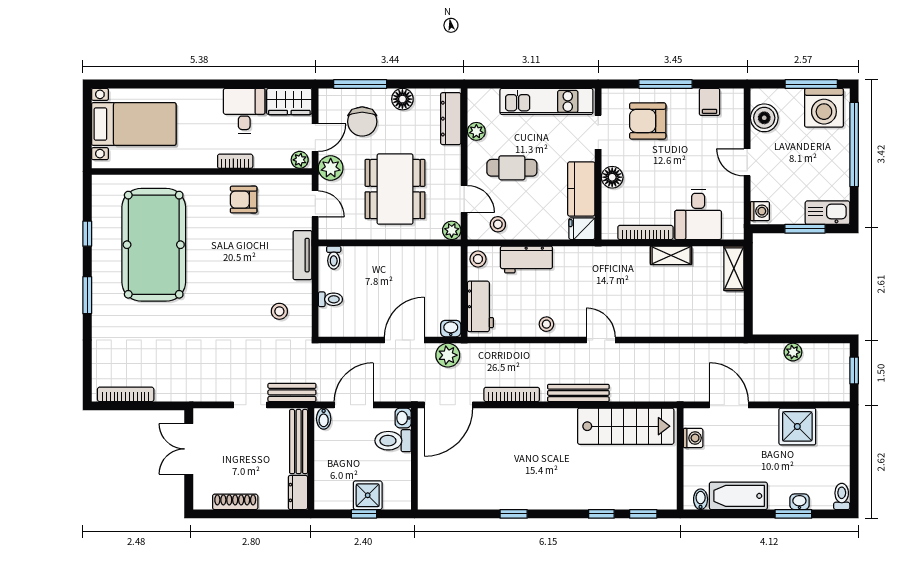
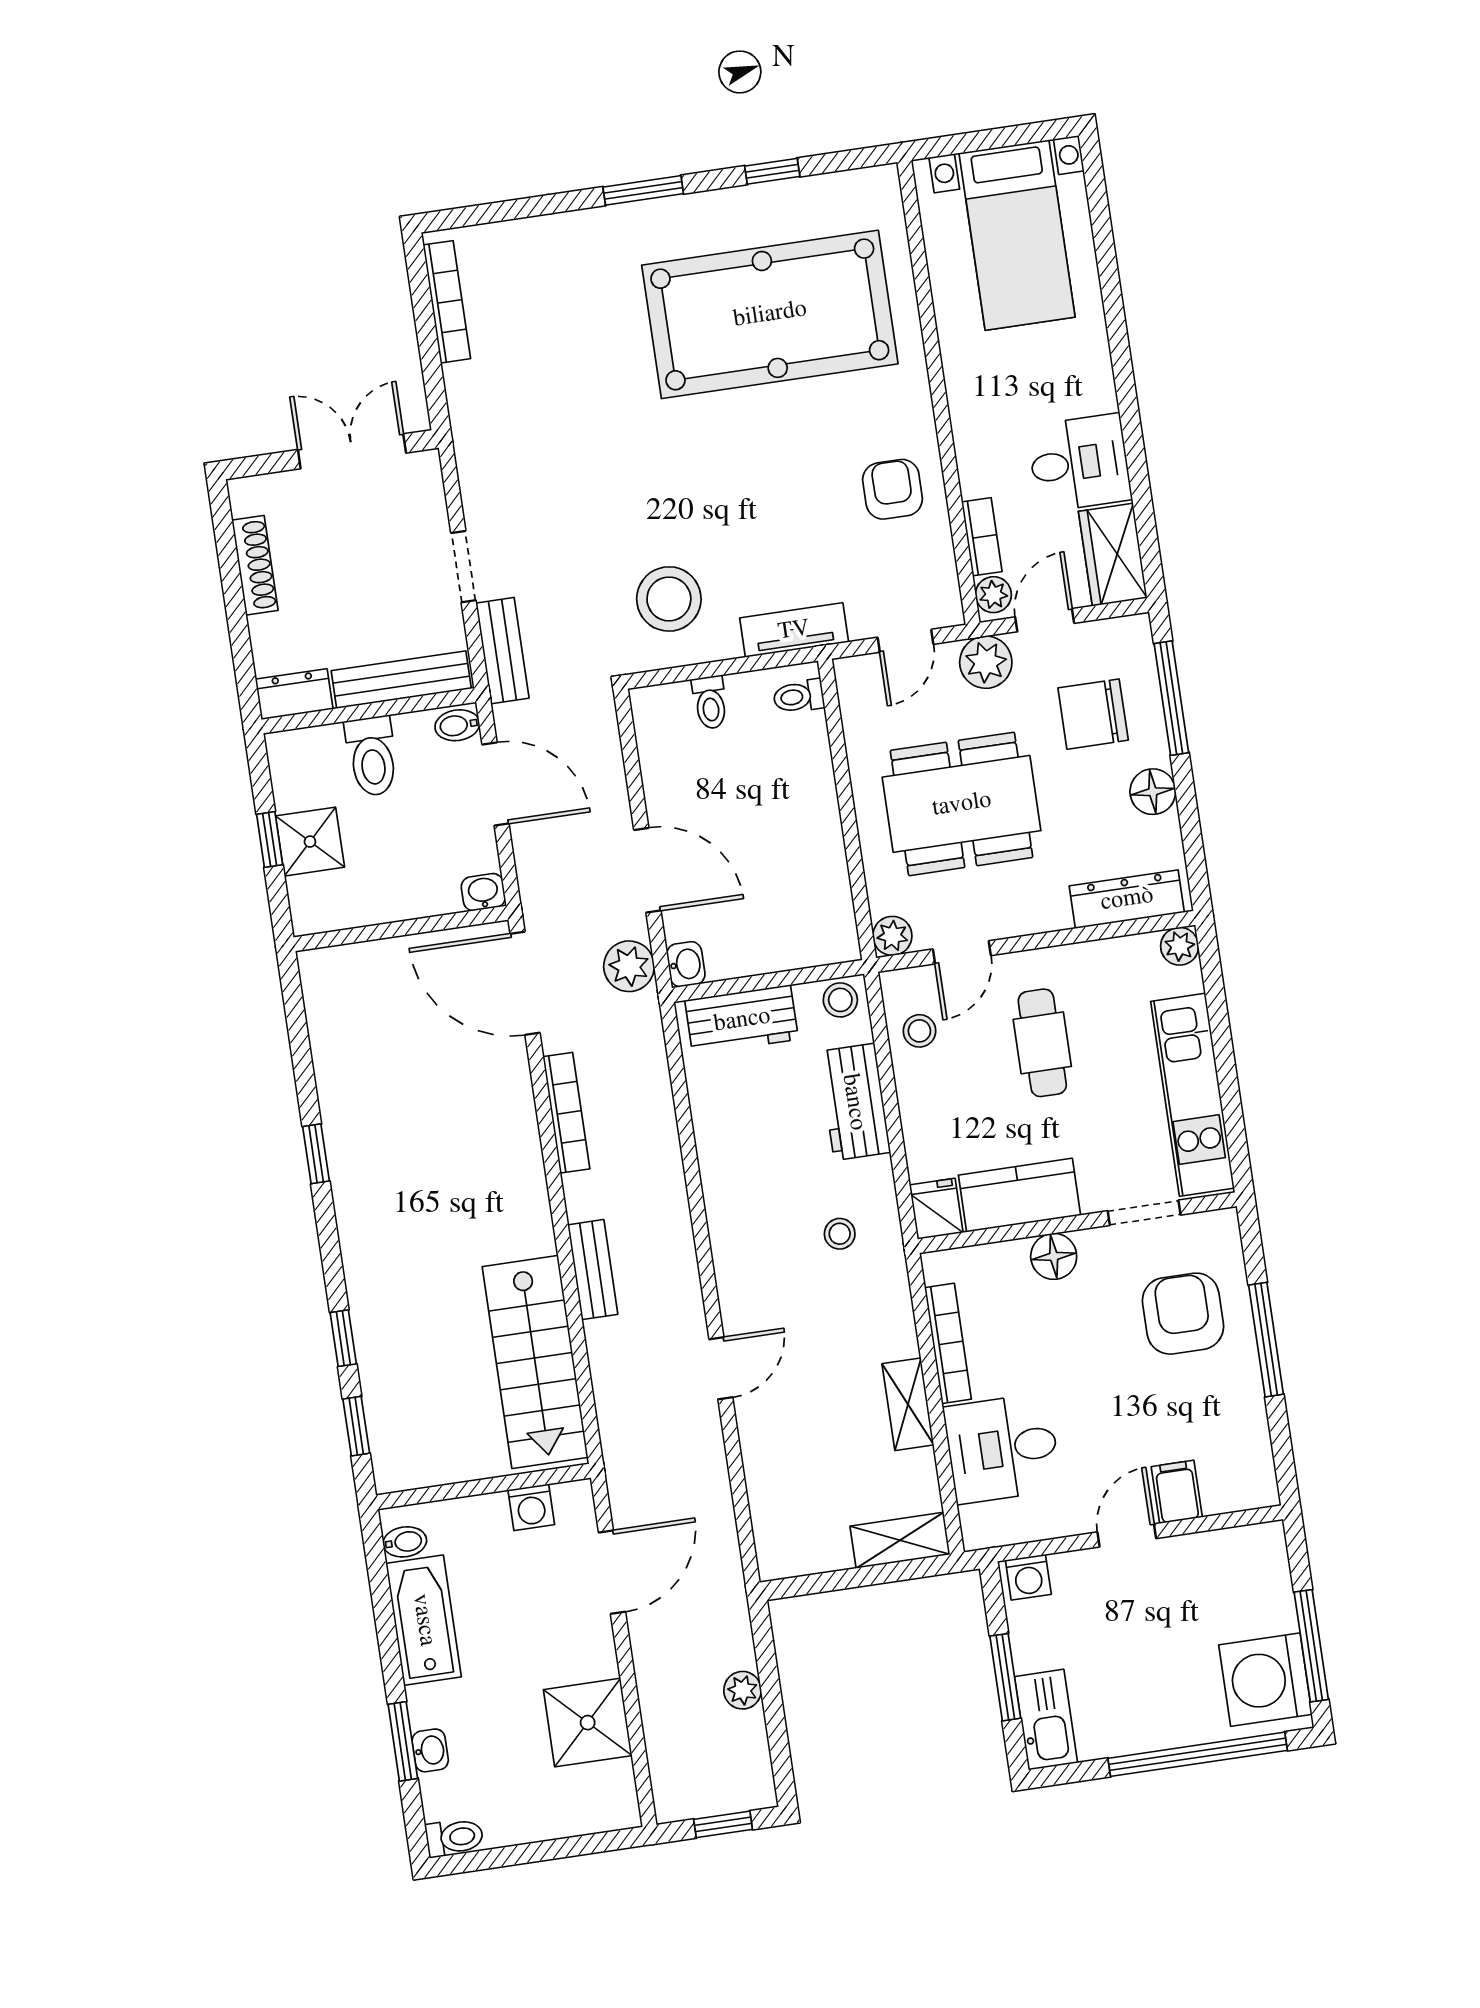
filing cabinet: (710, 102) -> (1177, 1492), moved, turned 90
boiler: (764, 118) -> (1226, 1557), removed
plant: (476, 131) -> (1180, 946), moved
door: (315, 138) -> (1045, 620), swing flipped
bookcase: (235, 161) -> (982, 537), moved
stool: (279, 311) -> (669, 599), width x1.89, depth x1.89
stool: (546, 324) -> (840, 1234), moved
door: (601, 340) -> (721, 1368), moved
bench: (578, 393) -> (593, 1270), width x0.73
toilet: (393, 441) -> (372, 756), moved, turned 180

